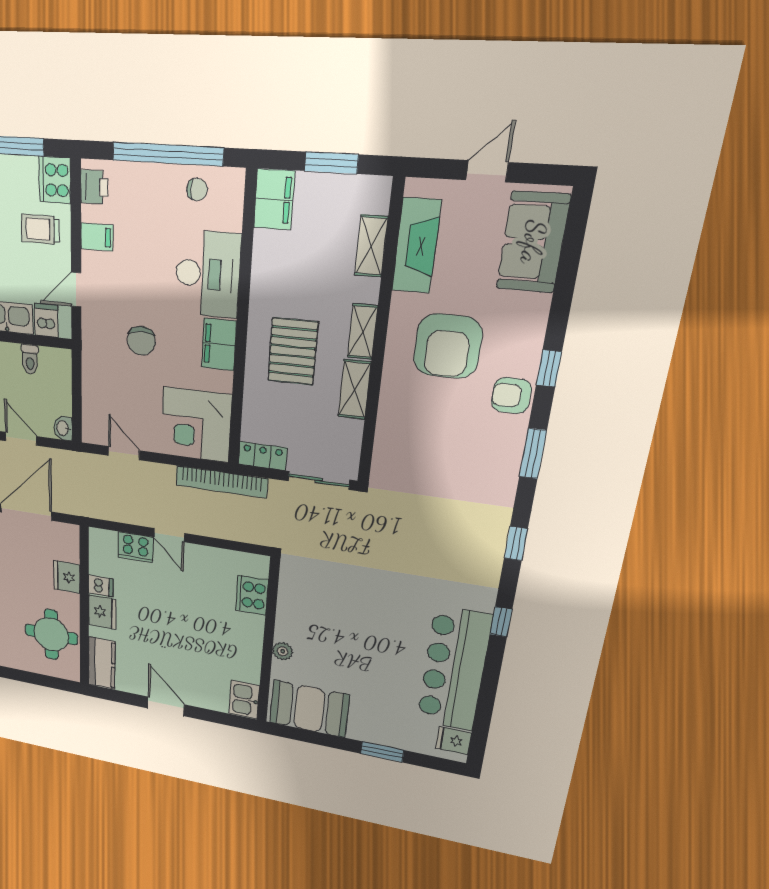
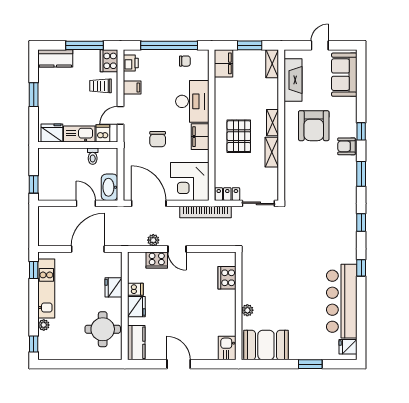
shelving: (371, 246) -> (272, 64), moved
washbasin: (63, 428) -> (110, 187), width x1.91, depth x1.45
door: (124, 453) -> (149, 203), width x1.88
plant: (130, 515) -> (153, 240), added

